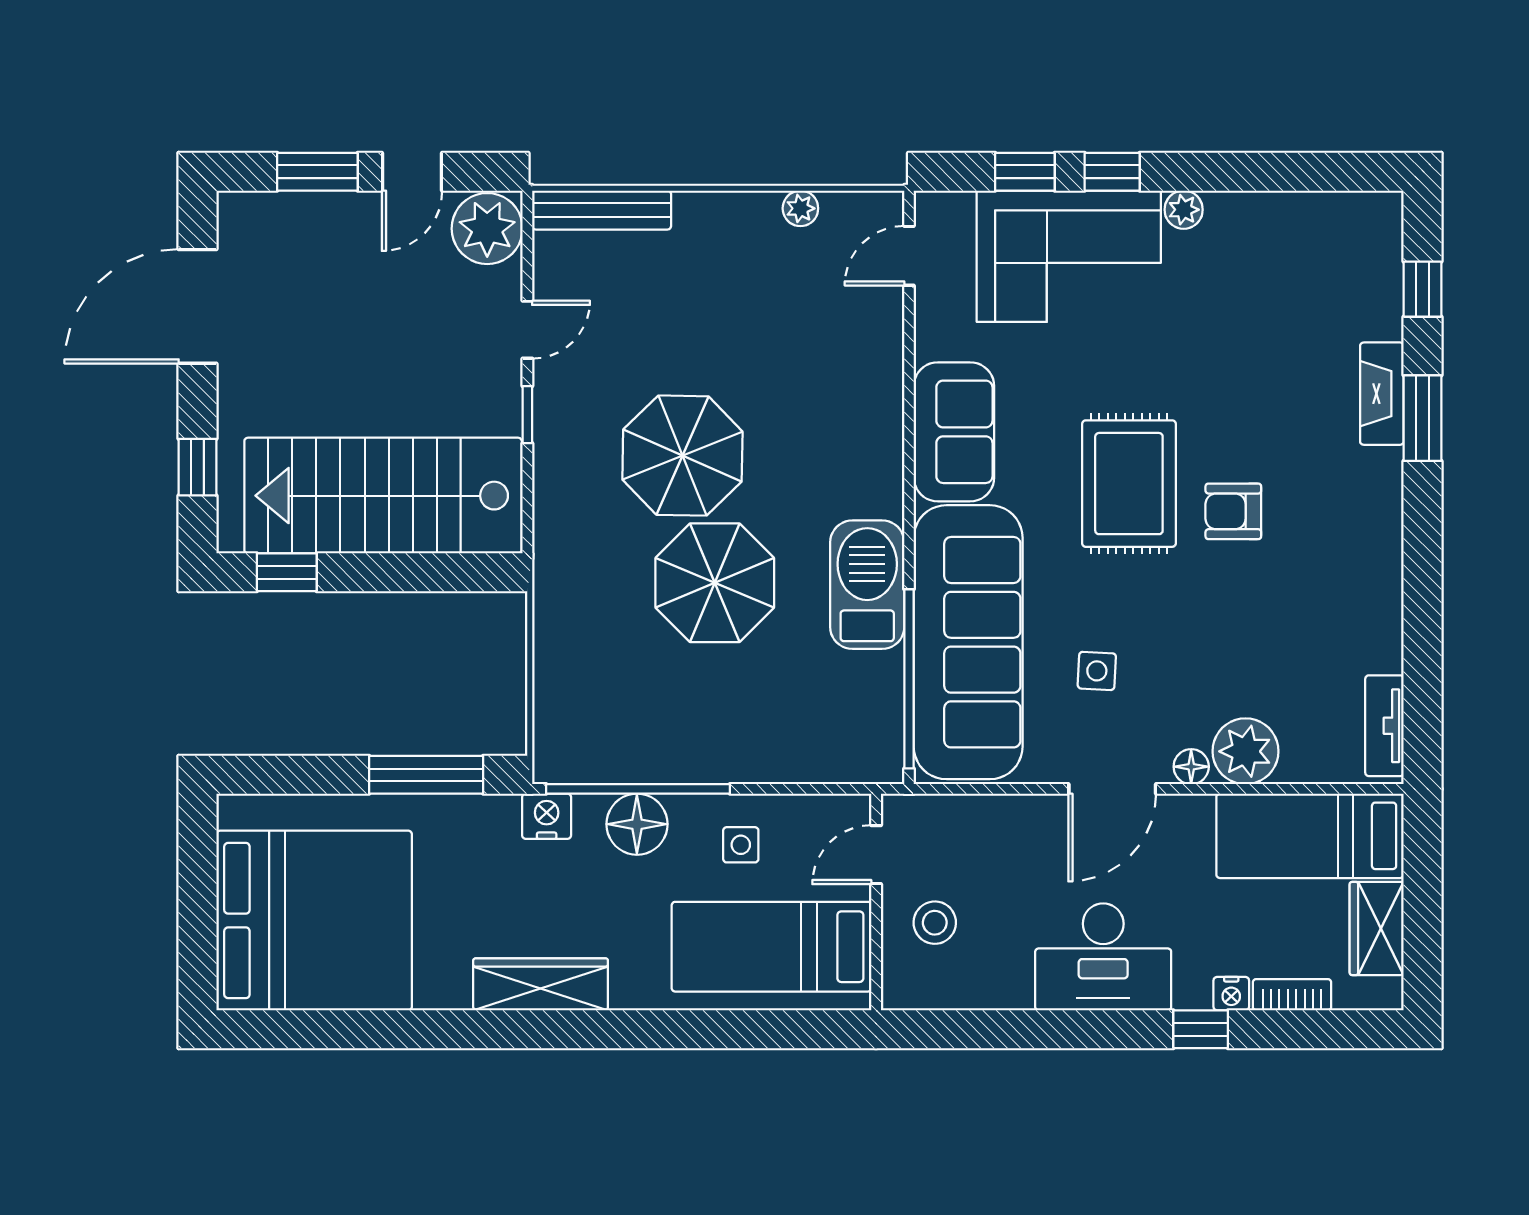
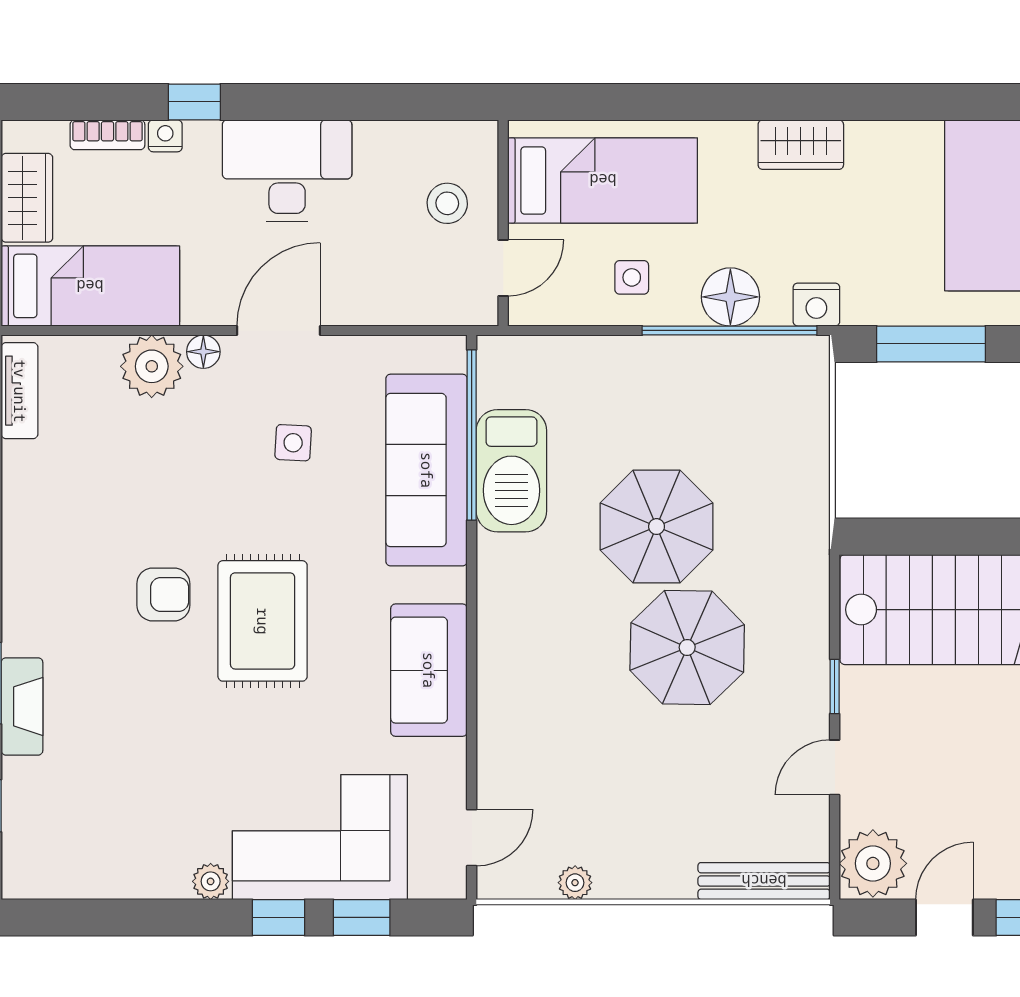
barbecue: (867, 585) -> (511, 471), moved
sofa: (968, 642) -> (427, 470), width x0.74, depth x0.79
wardrobe: (541, 984) -> (801, 145), width x0.67

